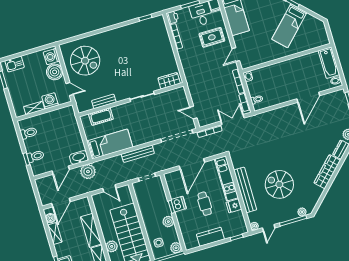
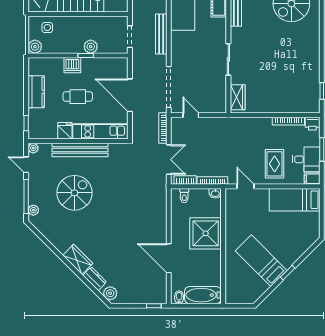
shower: (281, 75) -> (206, 233), added
door: (193, 113) -> (191, 115), hinge flipped
wardrobe: (327, 172) -> (78, 259), width x0.67
dishwasher: (179, 204) -> (72, 65), moved
plant: (168, 222) -> (91, 47), moved

